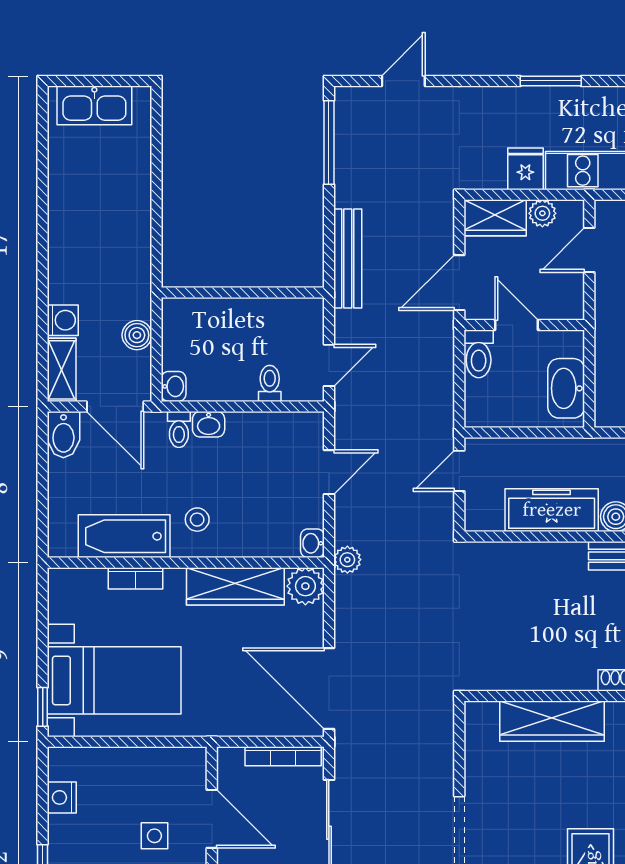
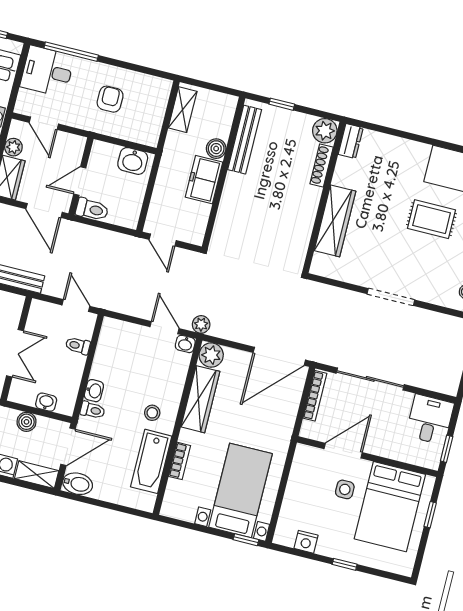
double door: (235, 292) -> (15, 353), added
washbasin: (174, 386) -> (46, 402), moved
washbasin: (566, 388) -> (133, 161), width x0.72
door: (329, 472) -> (165, 328), moved
freezer: (552, 510) -> (204, 180), width x0.71

